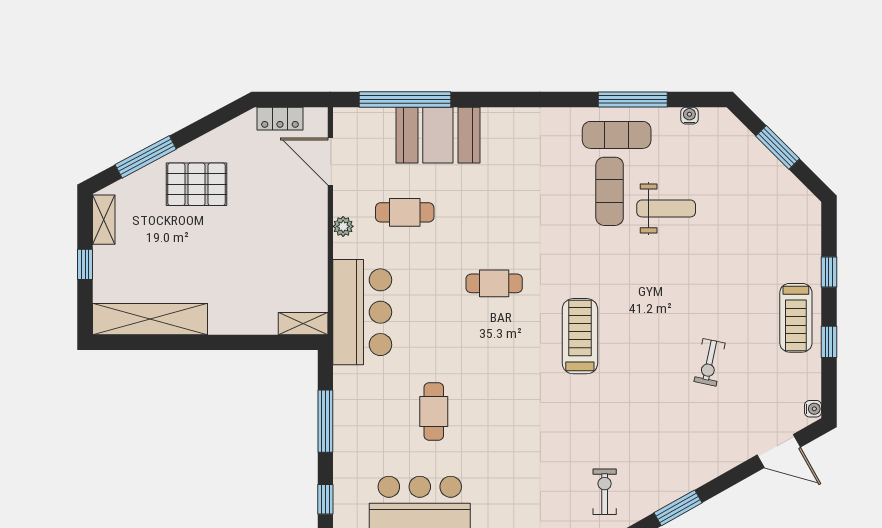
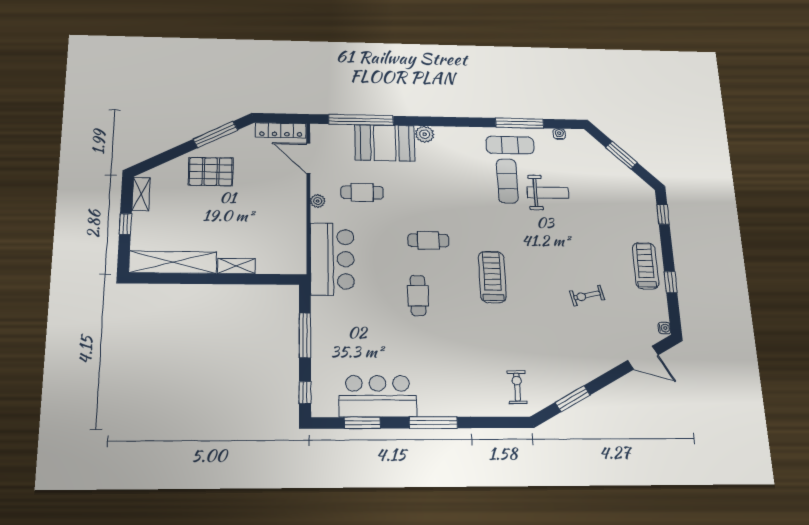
locker: (280, 119) -> (281, 130), width x1.53
plant: (495, 120) -> (425, 134), added
window: (146, 157) -> (215, 134), moved
window: (829, 272) -> (663, 214), moved
treadmill: (796, 318) -> (646, 266), turned 180
shelving: (303, 324) -> (236, 266), moved
exercise bike: (709, 362) -> (587, 296), turned 66
cafe table: (434, 412) -> (418, 296), moved

